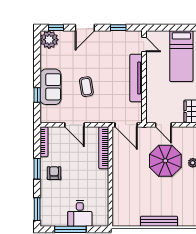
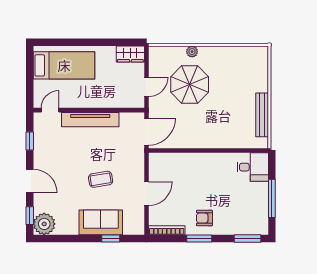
bookcase: (104, 148) -> (174, 158), removed
desk: (80, 213) -> (253, 167), moved
bench: (159, 221) -> (262, 115), moved

